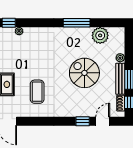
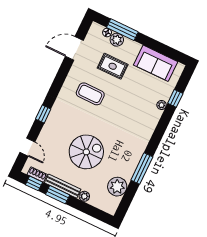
window: (83, 121) -> (43, 114), moved

